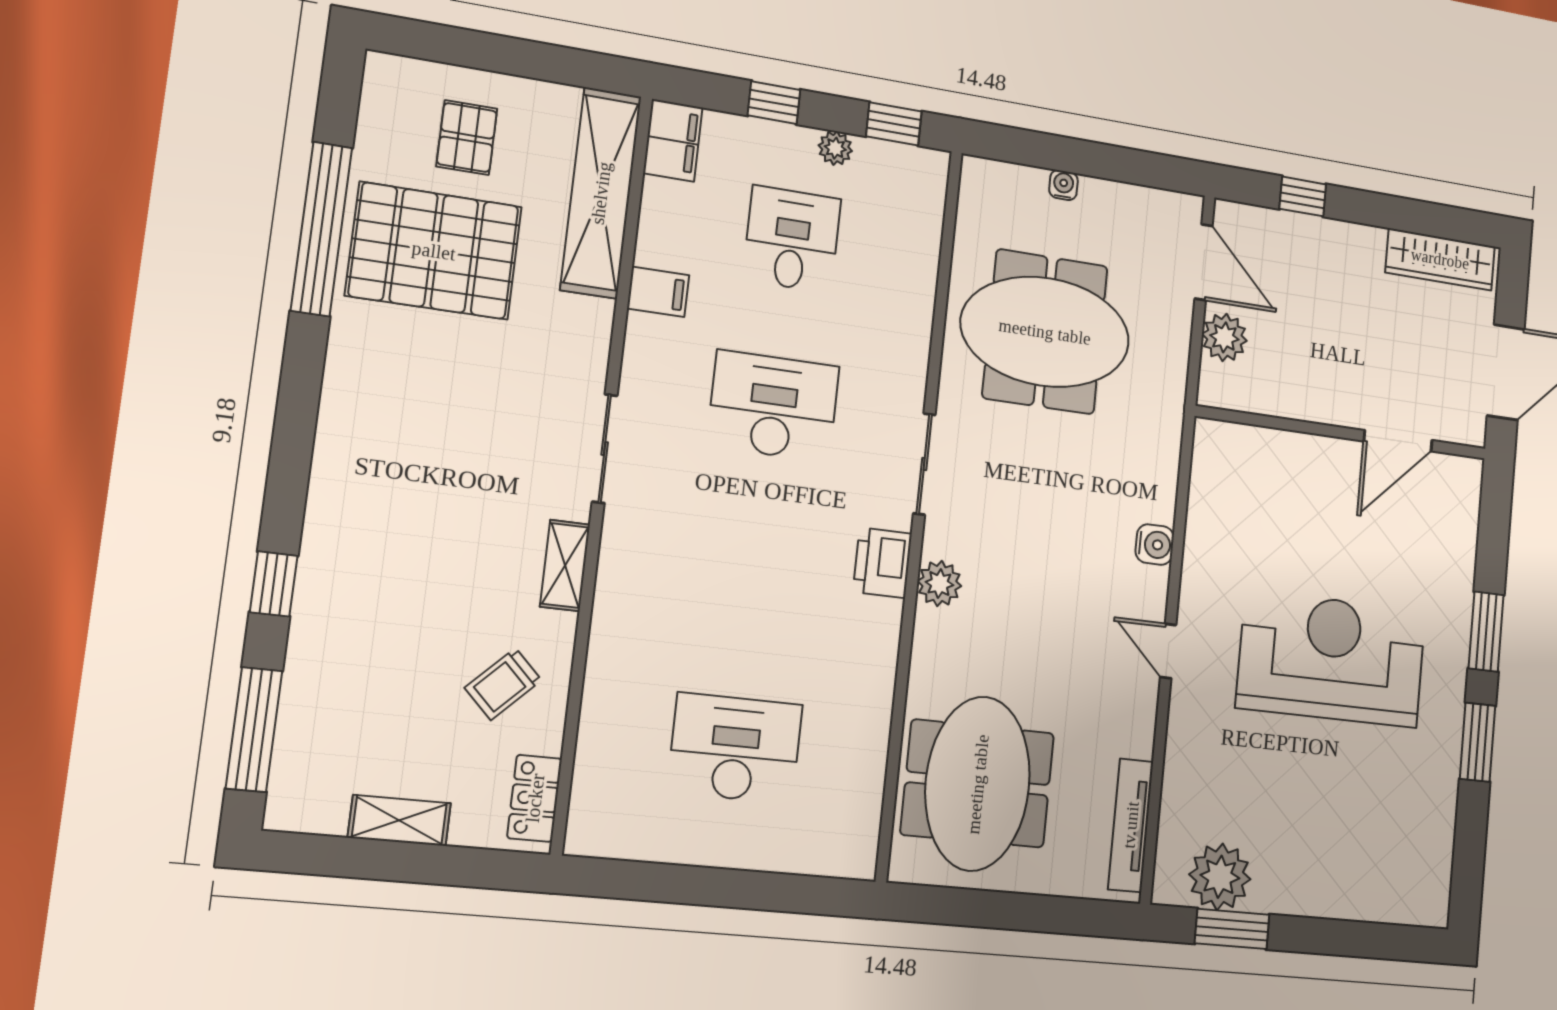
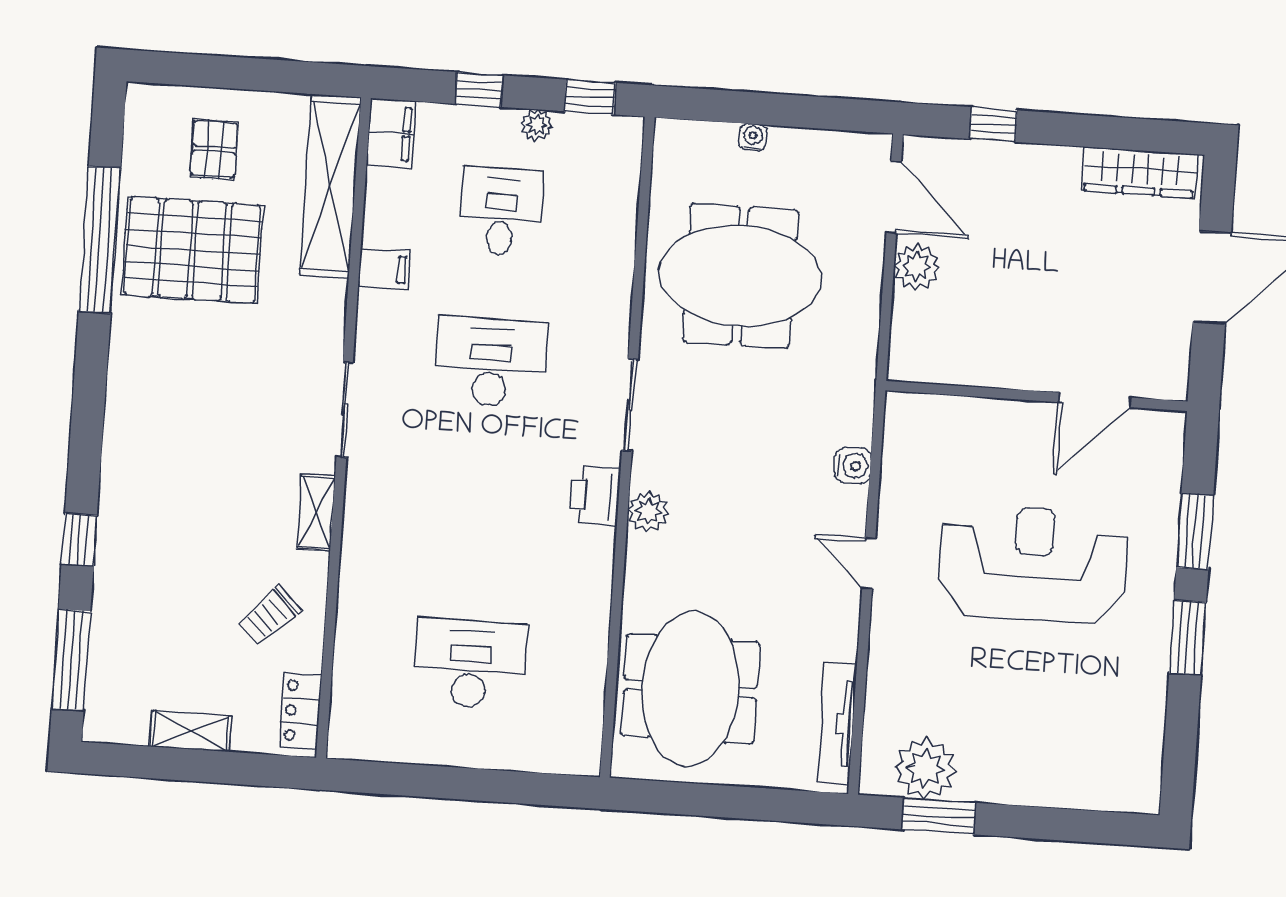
wall: (1343, 433) -> (1037, 396), moved
door: (1398, 441) -> (1095, 400), moved

